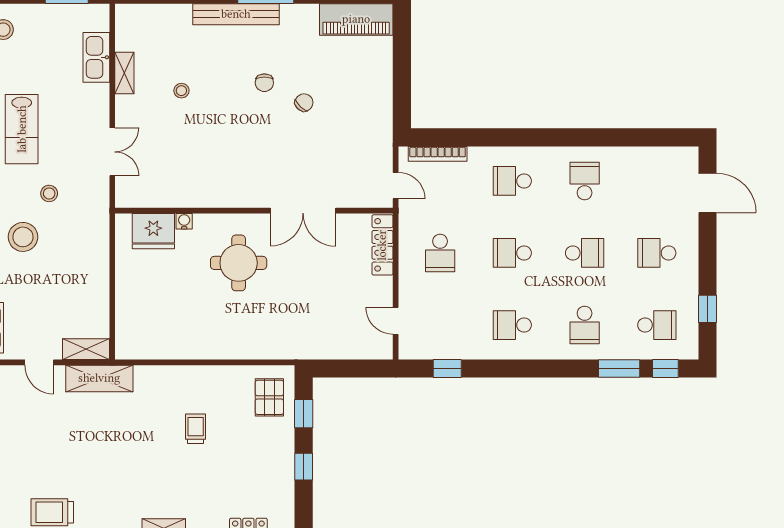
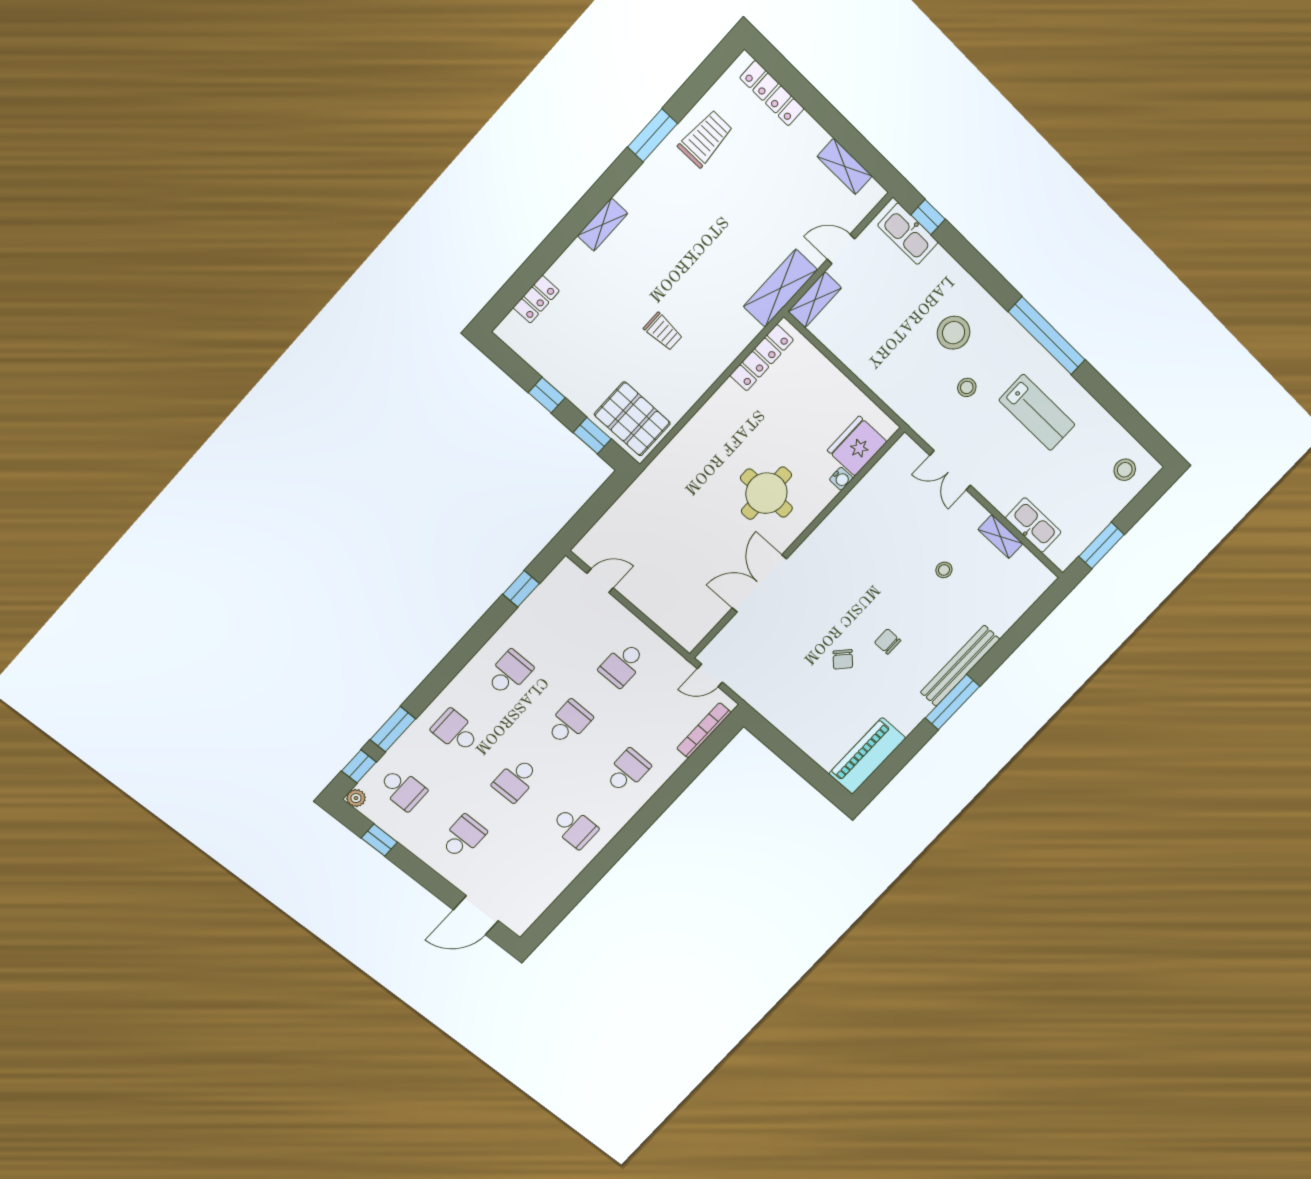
lab bench: (22, 129) -> (1037, 412), turned 180
locker: (382, 245) -> (762, 358), moved, turned 90
school desk: (440, 253) -> (622, 665), turned -90
school desk: (657, 325) -> (403, 789), turned -90
plant: (690, 351) -> (356, 798), added
pallet: (269, 397) -> (632, 419), width x1.50, depth x1.42

